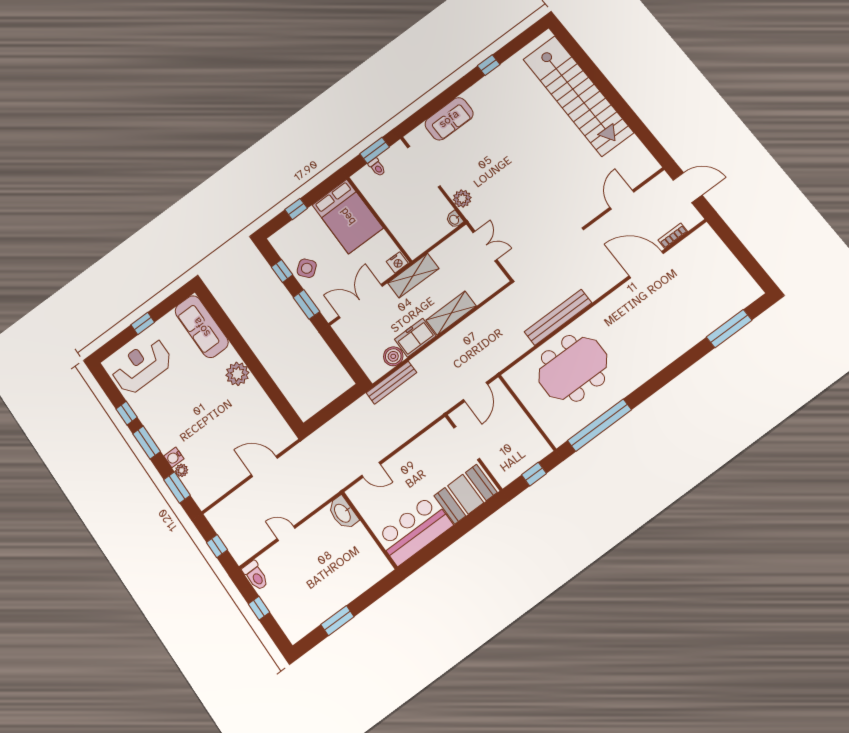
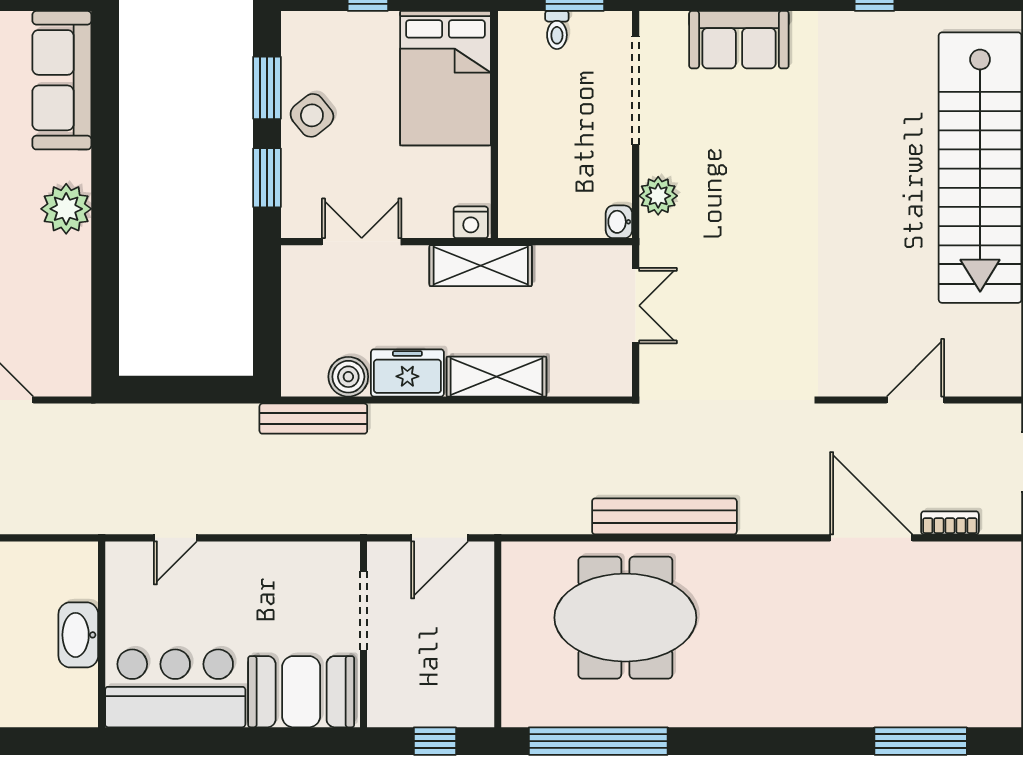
window: (282, 271) -> (267, 88), width x1.50
double door: (361, 301) -> (362, 242), width x0.73
door: (371, 470) -> (175, 538), hinge flipped
washbasin: (343, 513) -> (78, 635), moved

